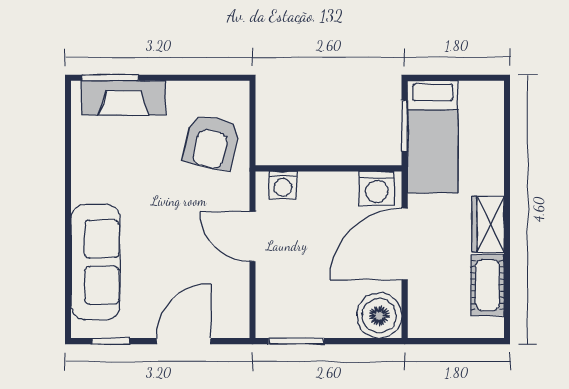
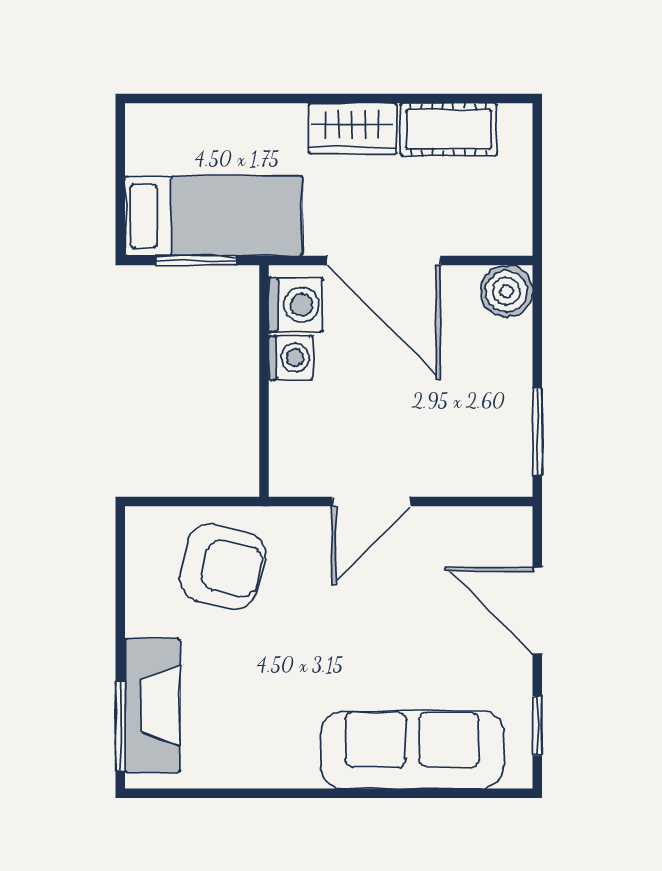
washing machine: (283, 185) -> (291, 358), moved
boiler: (379, 316) -> (507, 291), width x0.73, depth x0.73

